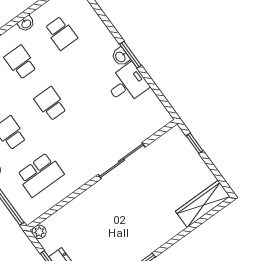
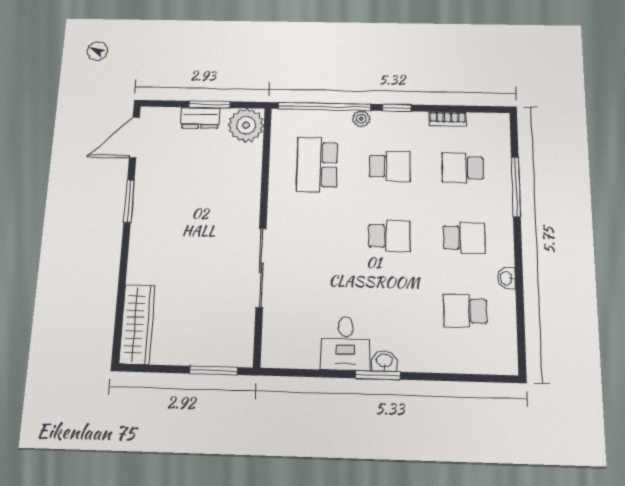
window: (195, 143) -> (213, 370), width x1.50
plant: (39, 232) -> (246, 125), width x1.88, depth x1.88

